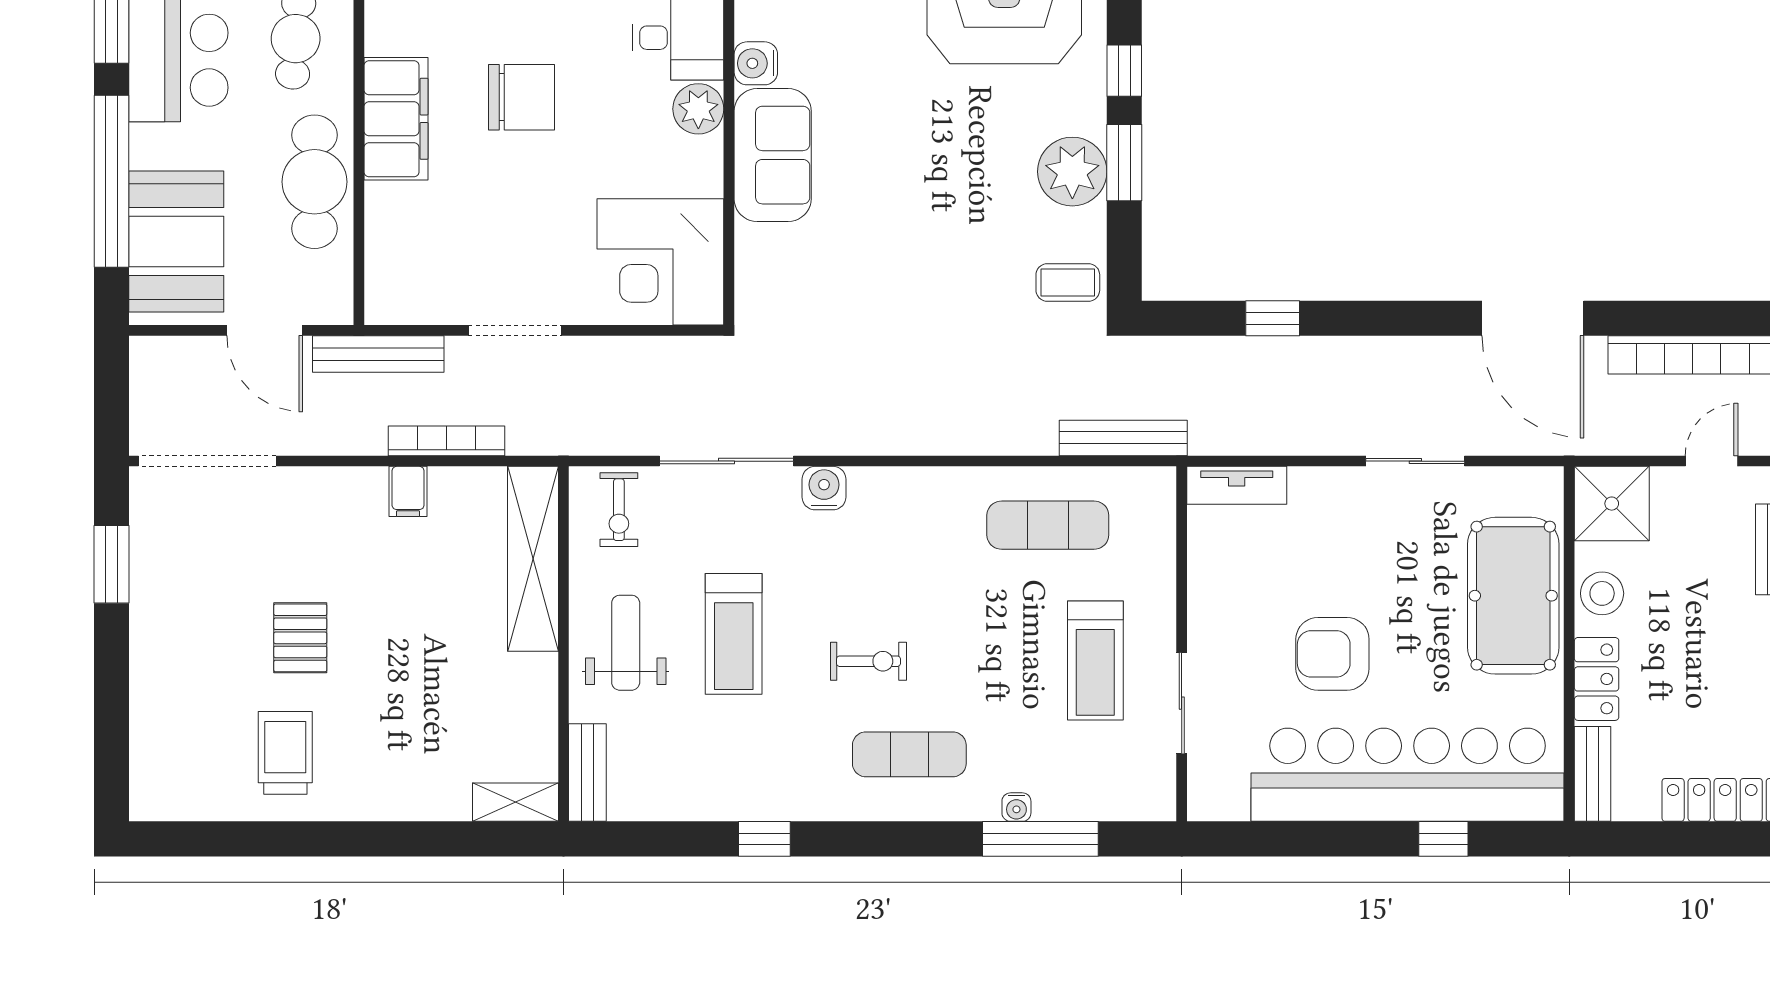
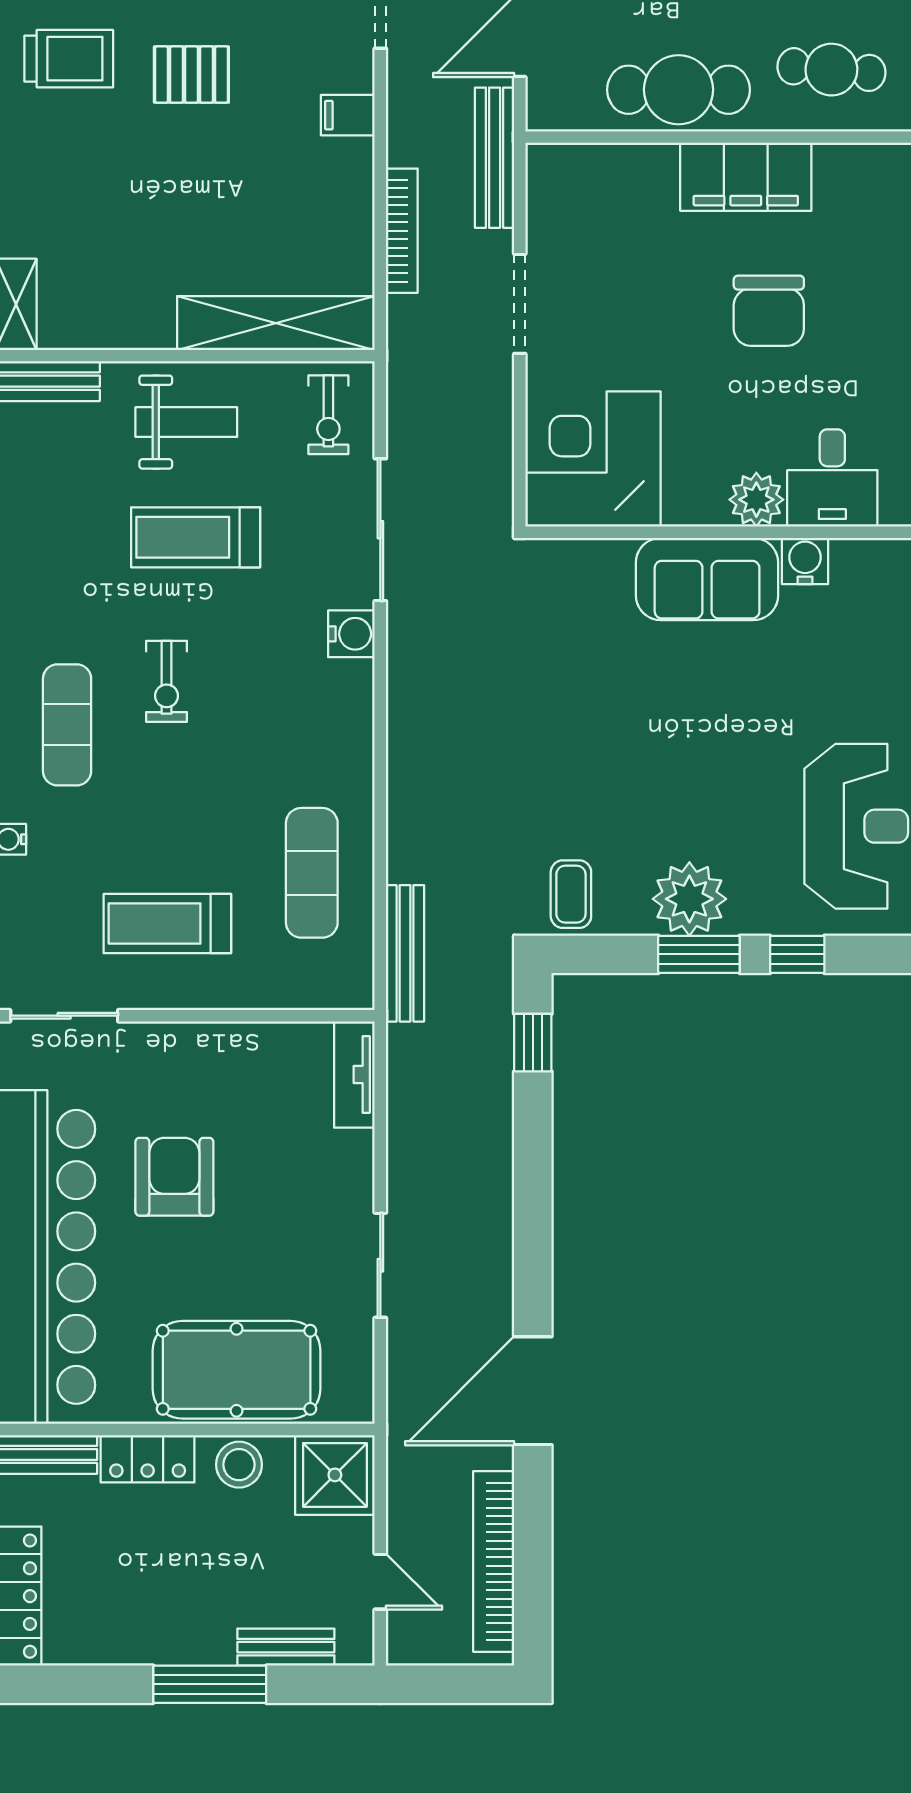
window: (1273, 318) -> (533, 1043), moved
filing cabinet: (408, 491) -> (348, 115), moved
exercise bike: (619, 510) -> (328, 415), turned -90
sliding door: (1182, 703) -> (64, 1016), moved

